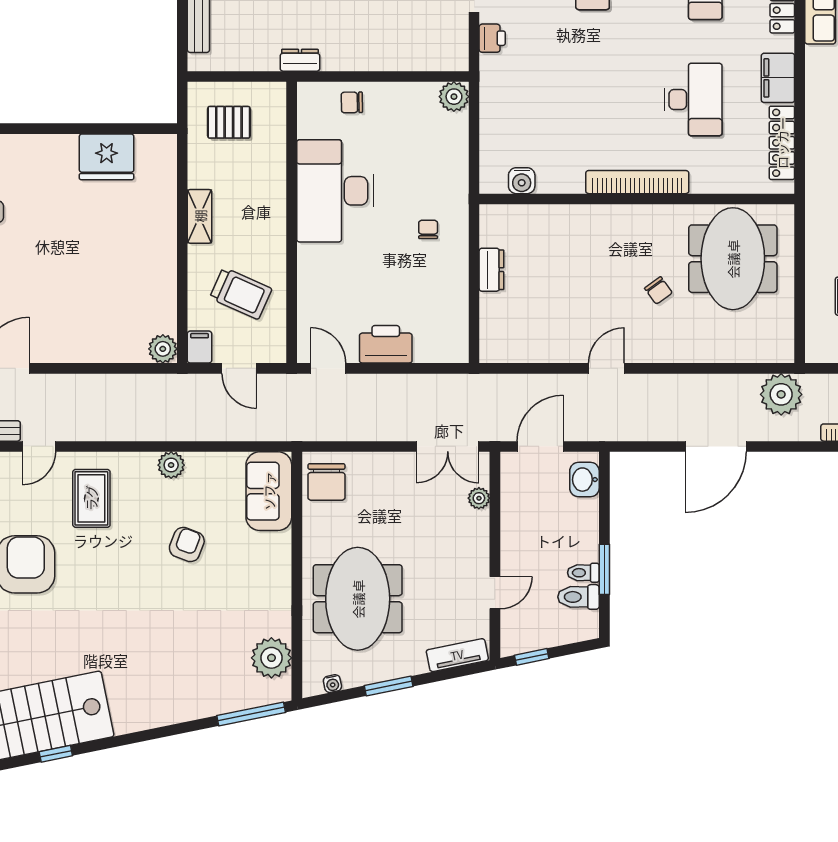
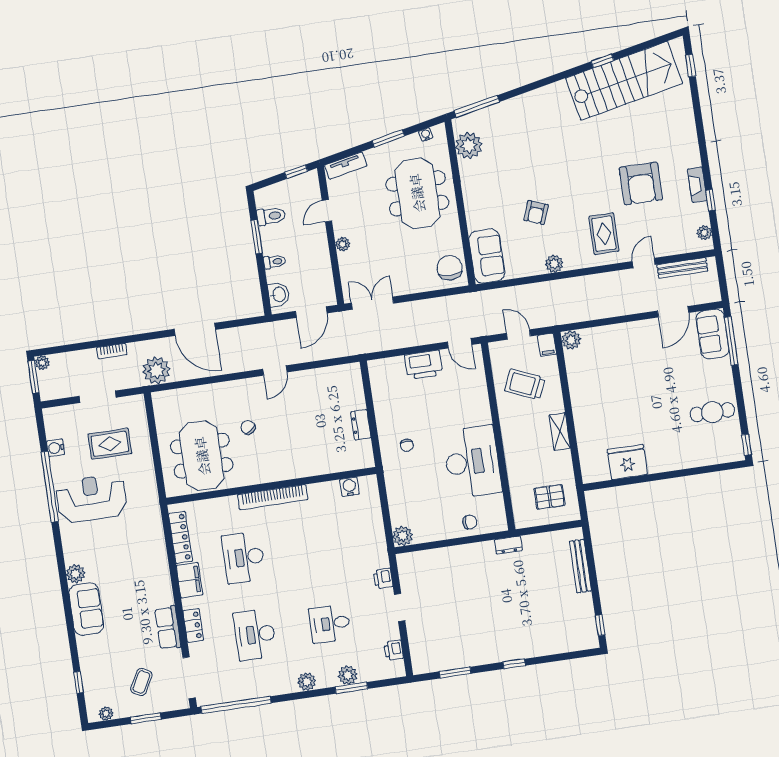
door: (716, 446) -> (195, 329), swing flipped
plant: (479, 498) -> (343, 244), moved
toilet: (583, 573) -> (274, 262), moved

